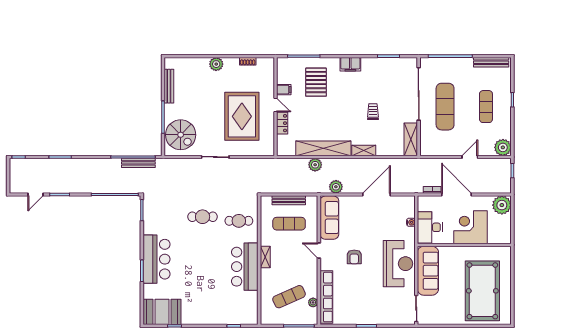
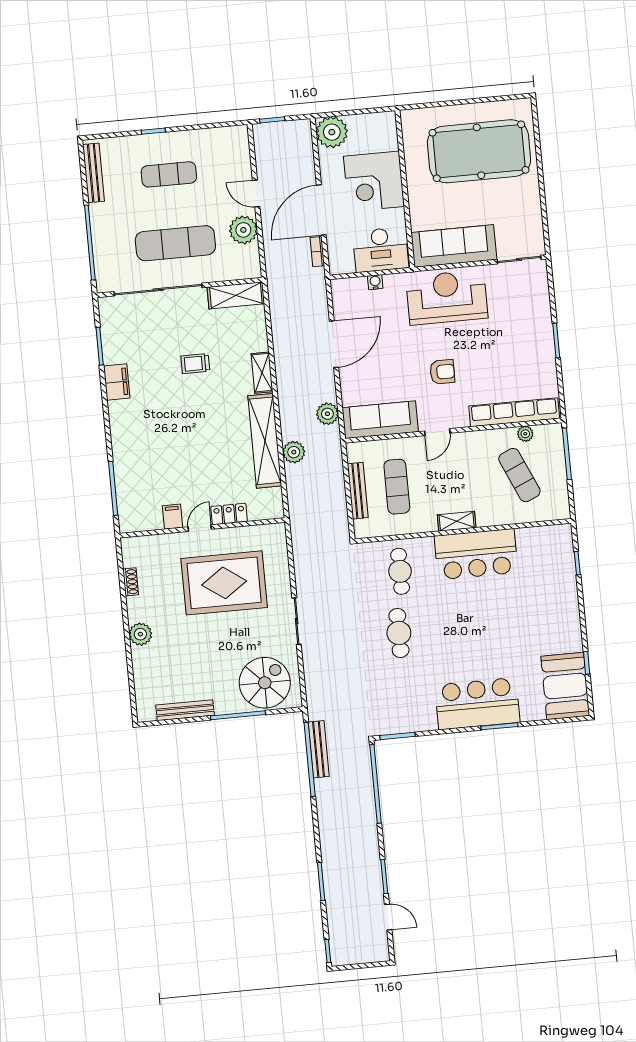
filing cabinet: (350, 64) -> (117, 382), moved
pallet: (316, 82) -> (155, 464), removed
plant: (503, 147) -> (243, 230), moved
door: (377, 195) -> (334, 344), swing flipped

